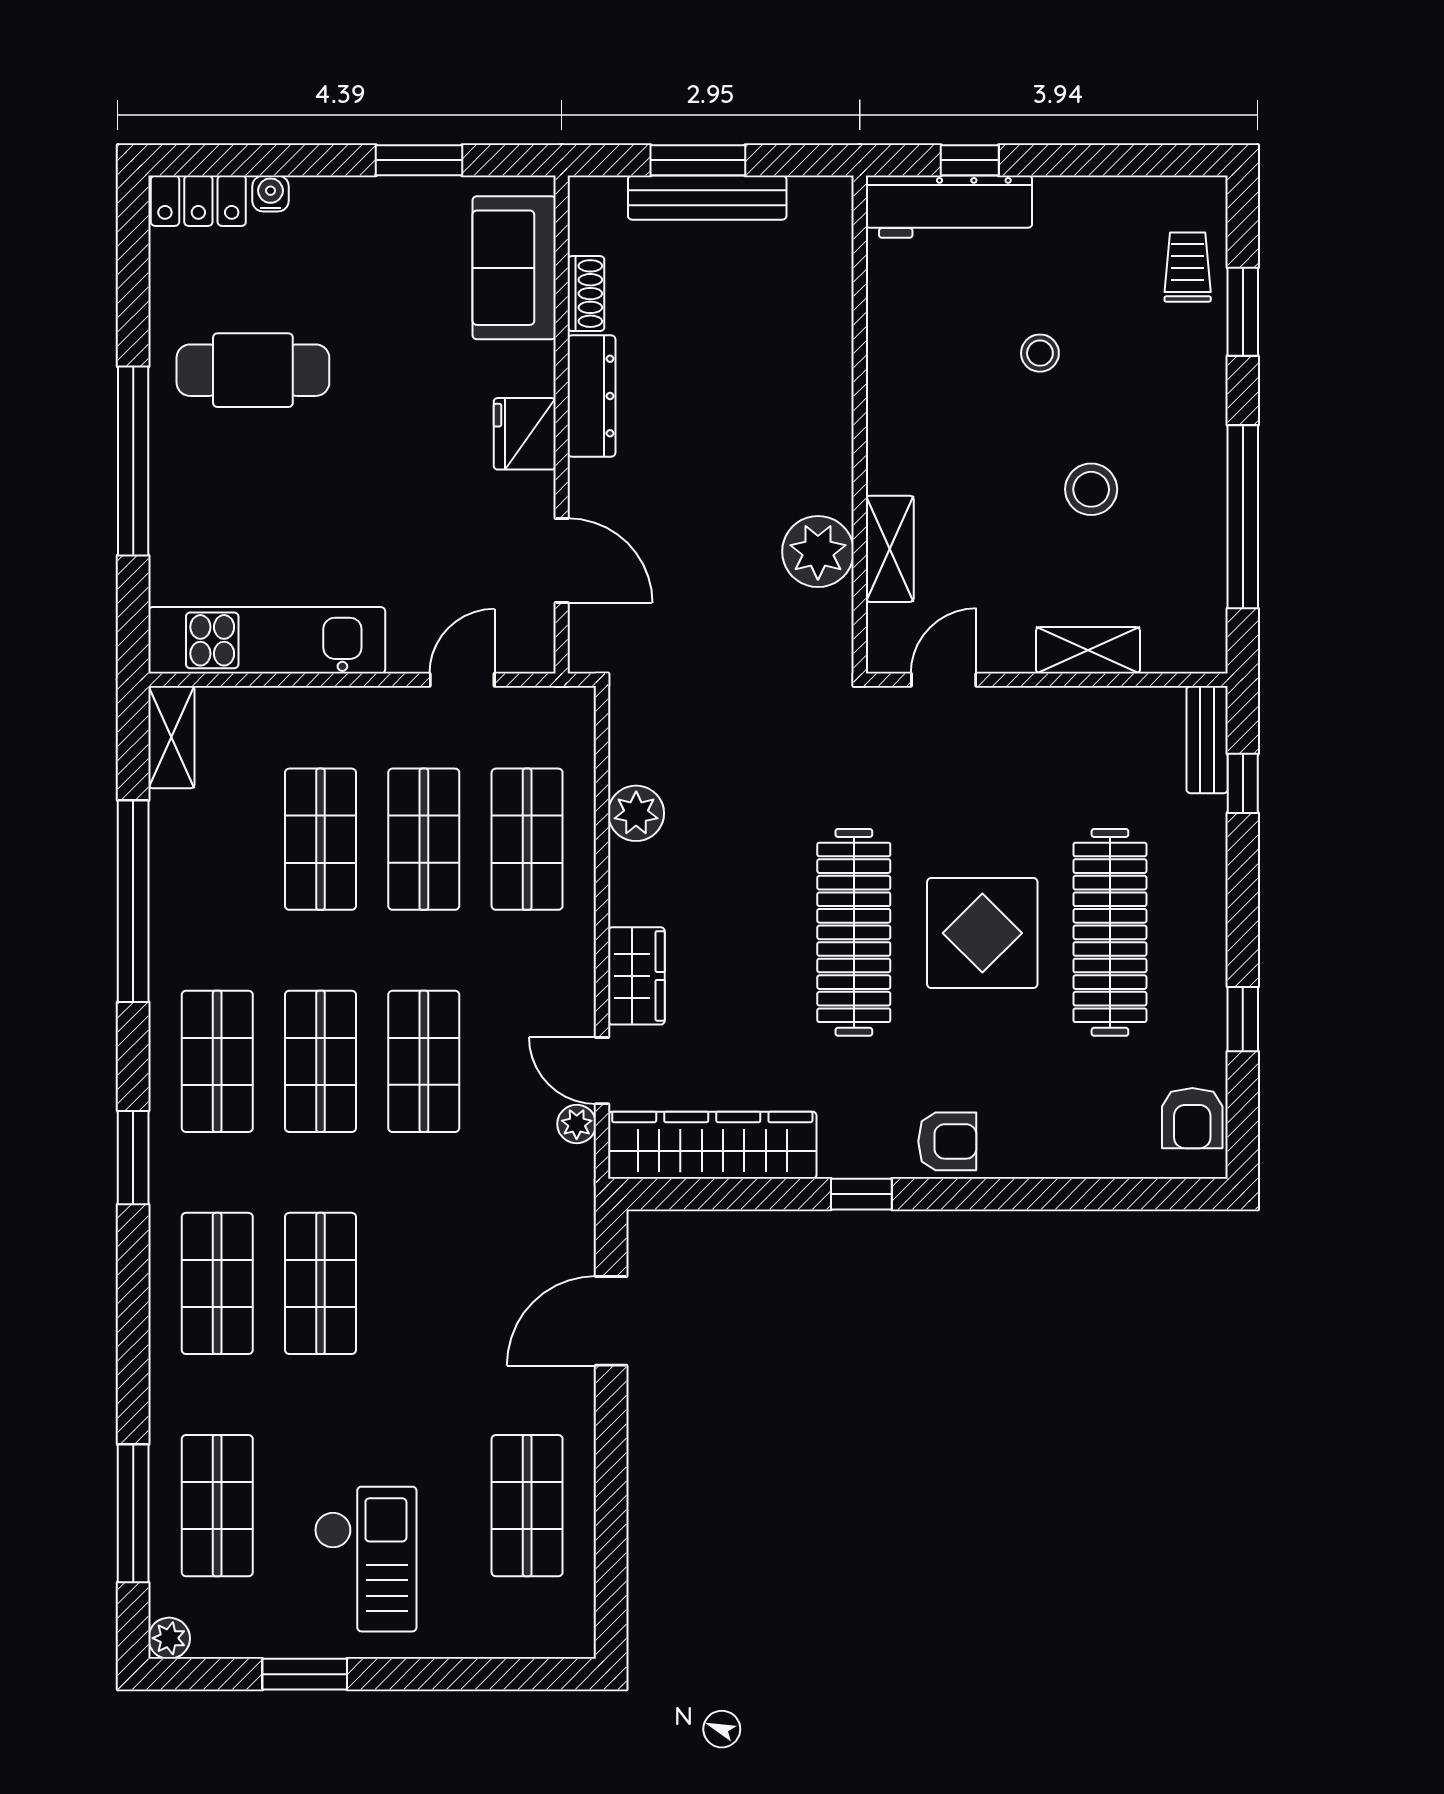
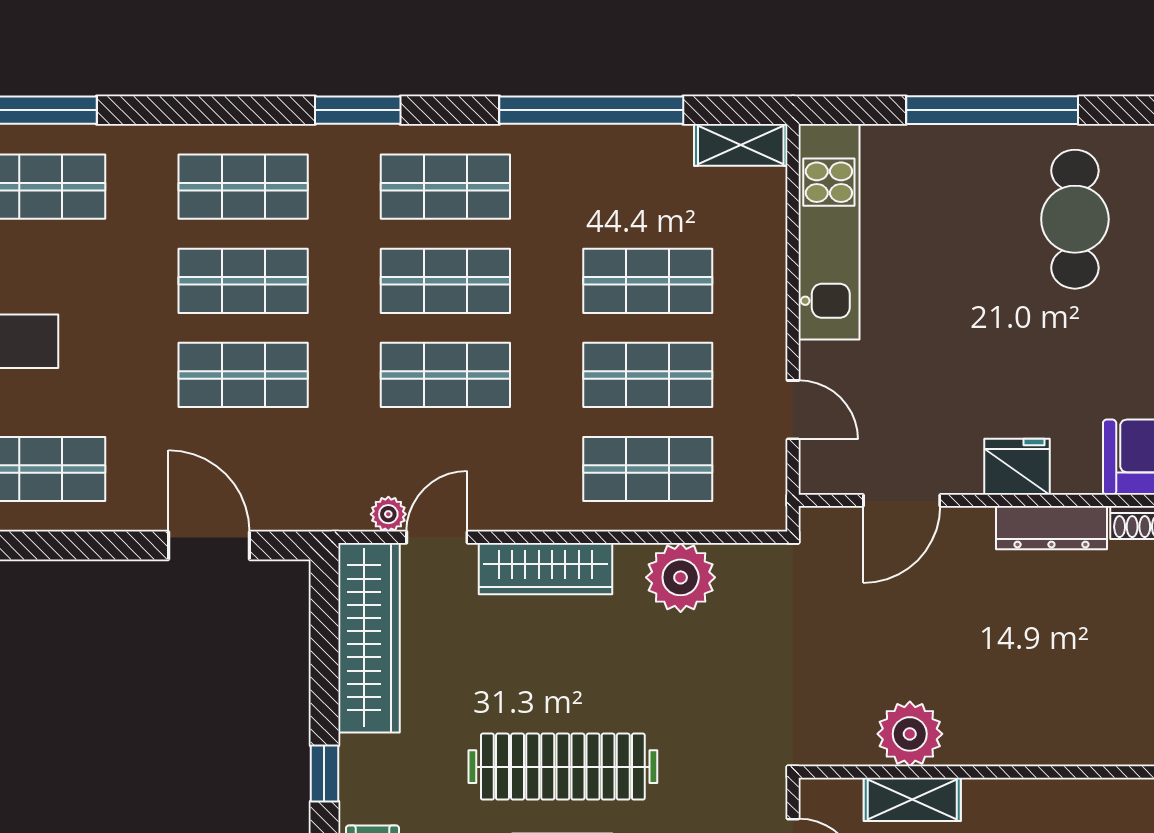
plant: (636, 813) -> (681, 577), width x1.36, depth x1.36
wardrobe: (636, 976) -> (545, 569), width x1.50
shop shelf: (424, 1283) -> (243, 375), added

